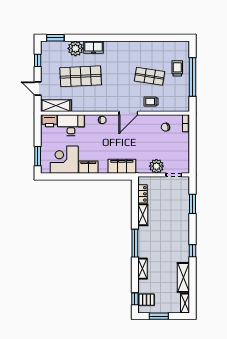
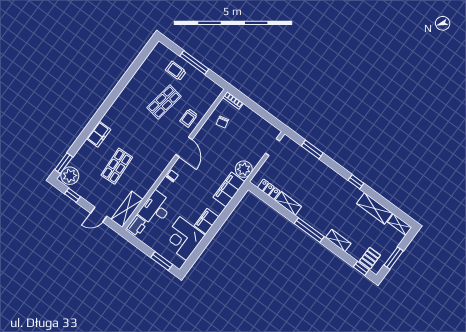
plant: (75, 48) -> (70, 176), moved
shop shelf: (81, 76) -> (117, 166), width x0.70, depth x0.74
window: (192, 77) -> (194, 63), width x0.68
plant: (156, 166) -> (244, 169), moved

